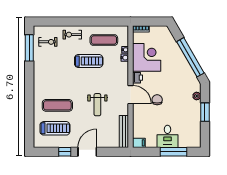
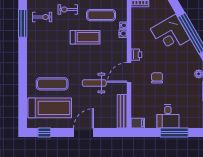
corner desk: (147, 57) -> (170, 34), moved, turned 150
door: (131, 95) -> (129, 72), swing flipped
weight bench: (97, 105) -> (94, 83), turned 90
treadmill: (55, 128) -> (50, 108), width x1.37, depth x1.38
window: (65, 152) -> (44, 132), moved

